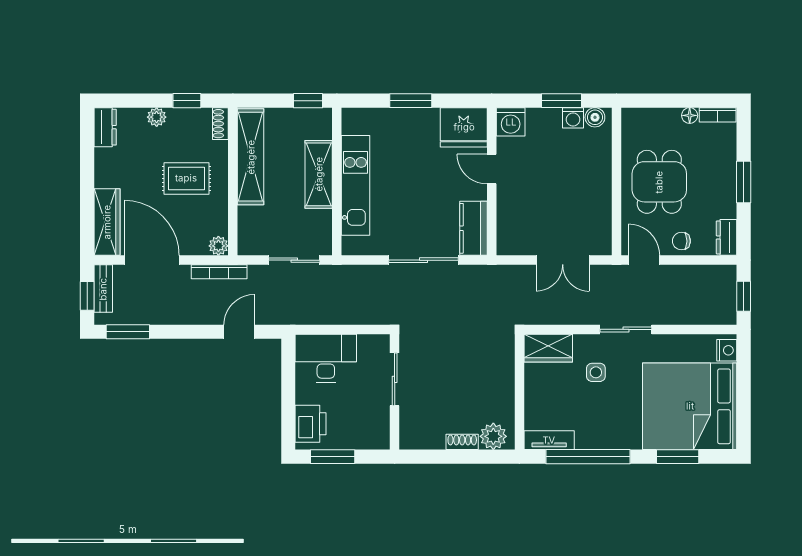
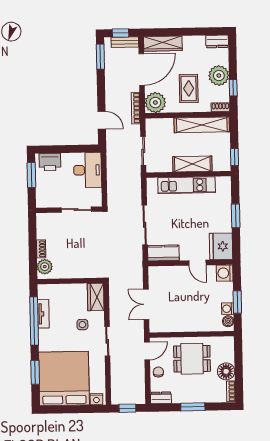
floor lamp: (690, 115) -> (226, 371), width x1.89, depth x1.89
plant: (157, 117) -> (219, 76), width x1.87, depth x1.87
door: (492, 169) -> (197, 263), swing flipped
plant: (218, 246) -> (155, 103), width x1.88, depth x1.88
tv unit: (549, 440) -> (43, 314), moved

